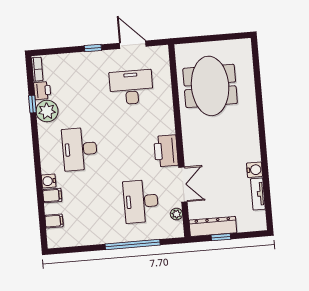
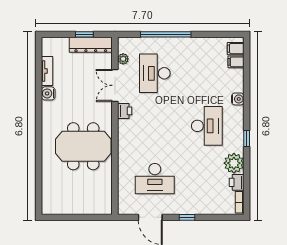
meeting table: (210, 86) -> (83, 146), moved, turned 90
window: (32, 104) -> (247, 138), moved
printer: (166, 151) -> (125, 111), width x0.53, depth x0.68
filing cabinet: (52, 195) -> (236, 49), moved
desk: (141, 201) -> (155, 73), turned 180

